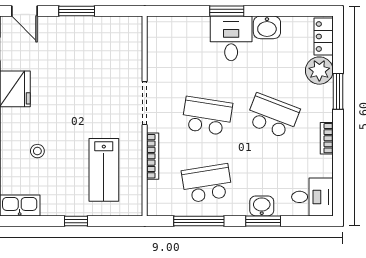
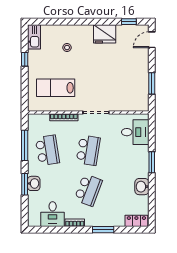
window: (77, 11) -> (152, 83), moved
desk: (231, 38) -> (135, 132), moved
plant: (319, 71) -> (116, 218), removed
desk: (312, 197) -> (53, 214), moved
window: (76, 221) -> (25, 59), moved

